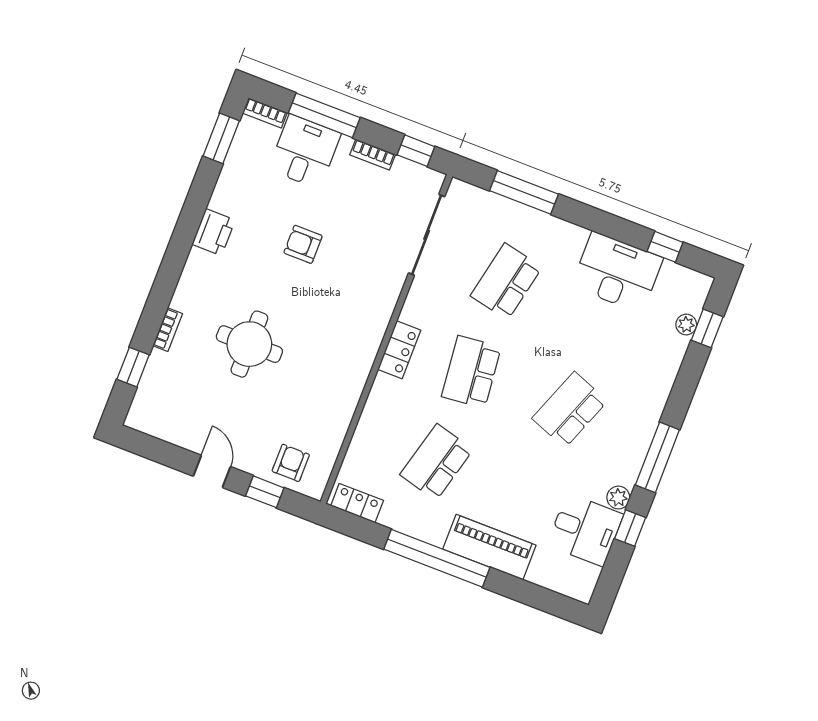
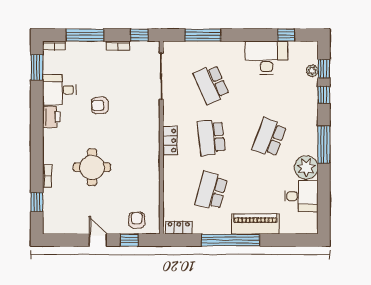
desk: (305, 152) -> (59, 90), moved, turned -90
school desk: (506, 281) -> (211, 84), turned -36
plant: (618, 498) -> (306, 168), width x1.88, depth x1.88
window: (630, 528) -> (324, 95), moved

